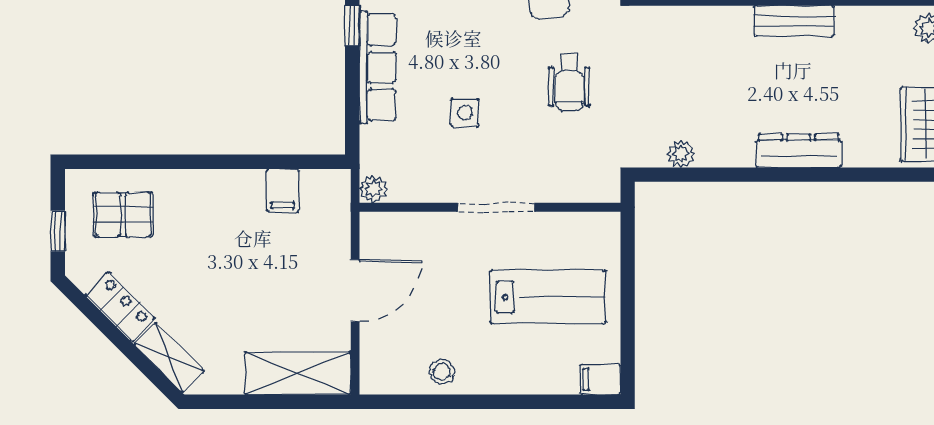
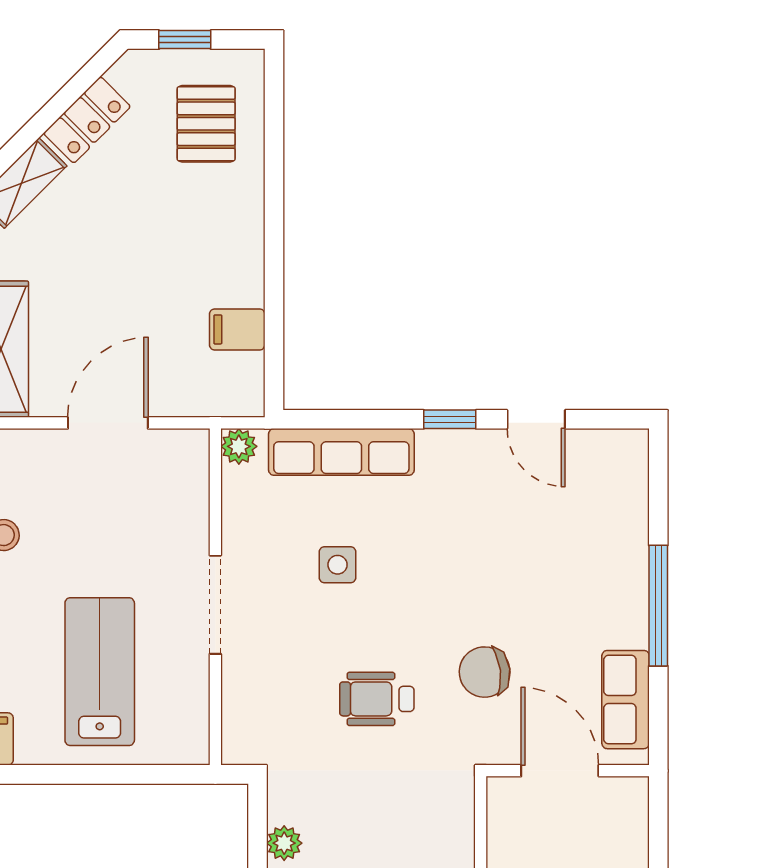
row of seats: (378, 67) -> (341, 452), moved
door: (355, 291) -> (108, 423), swing flipped
lab bench: (548, 297) -> (100, 672), turned 180

